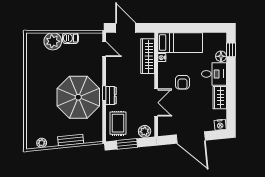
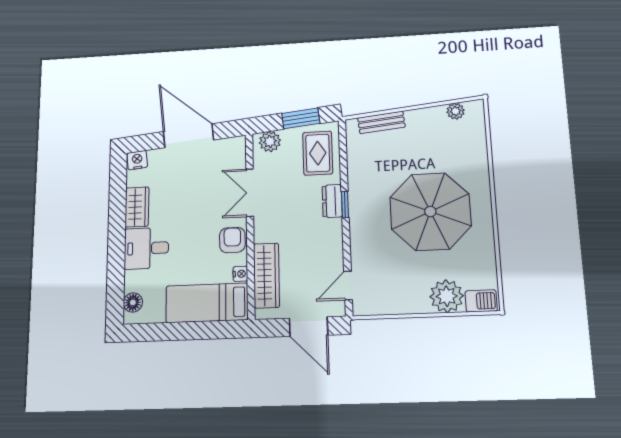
barbecue: (70, 38) -> (481, 301), moved
door: (104, 49) -> (348, 285), hinge flipped
window: (231, 50) -> (115, 293), removed
floor lamp: (221, 56) -> (133, 302), moved
armchair: (182, 82) -> (232, 240), moved
parasol: (78, 97) -> (430, 212), moved
bench: (71, 140) -> (381, 122), moved

